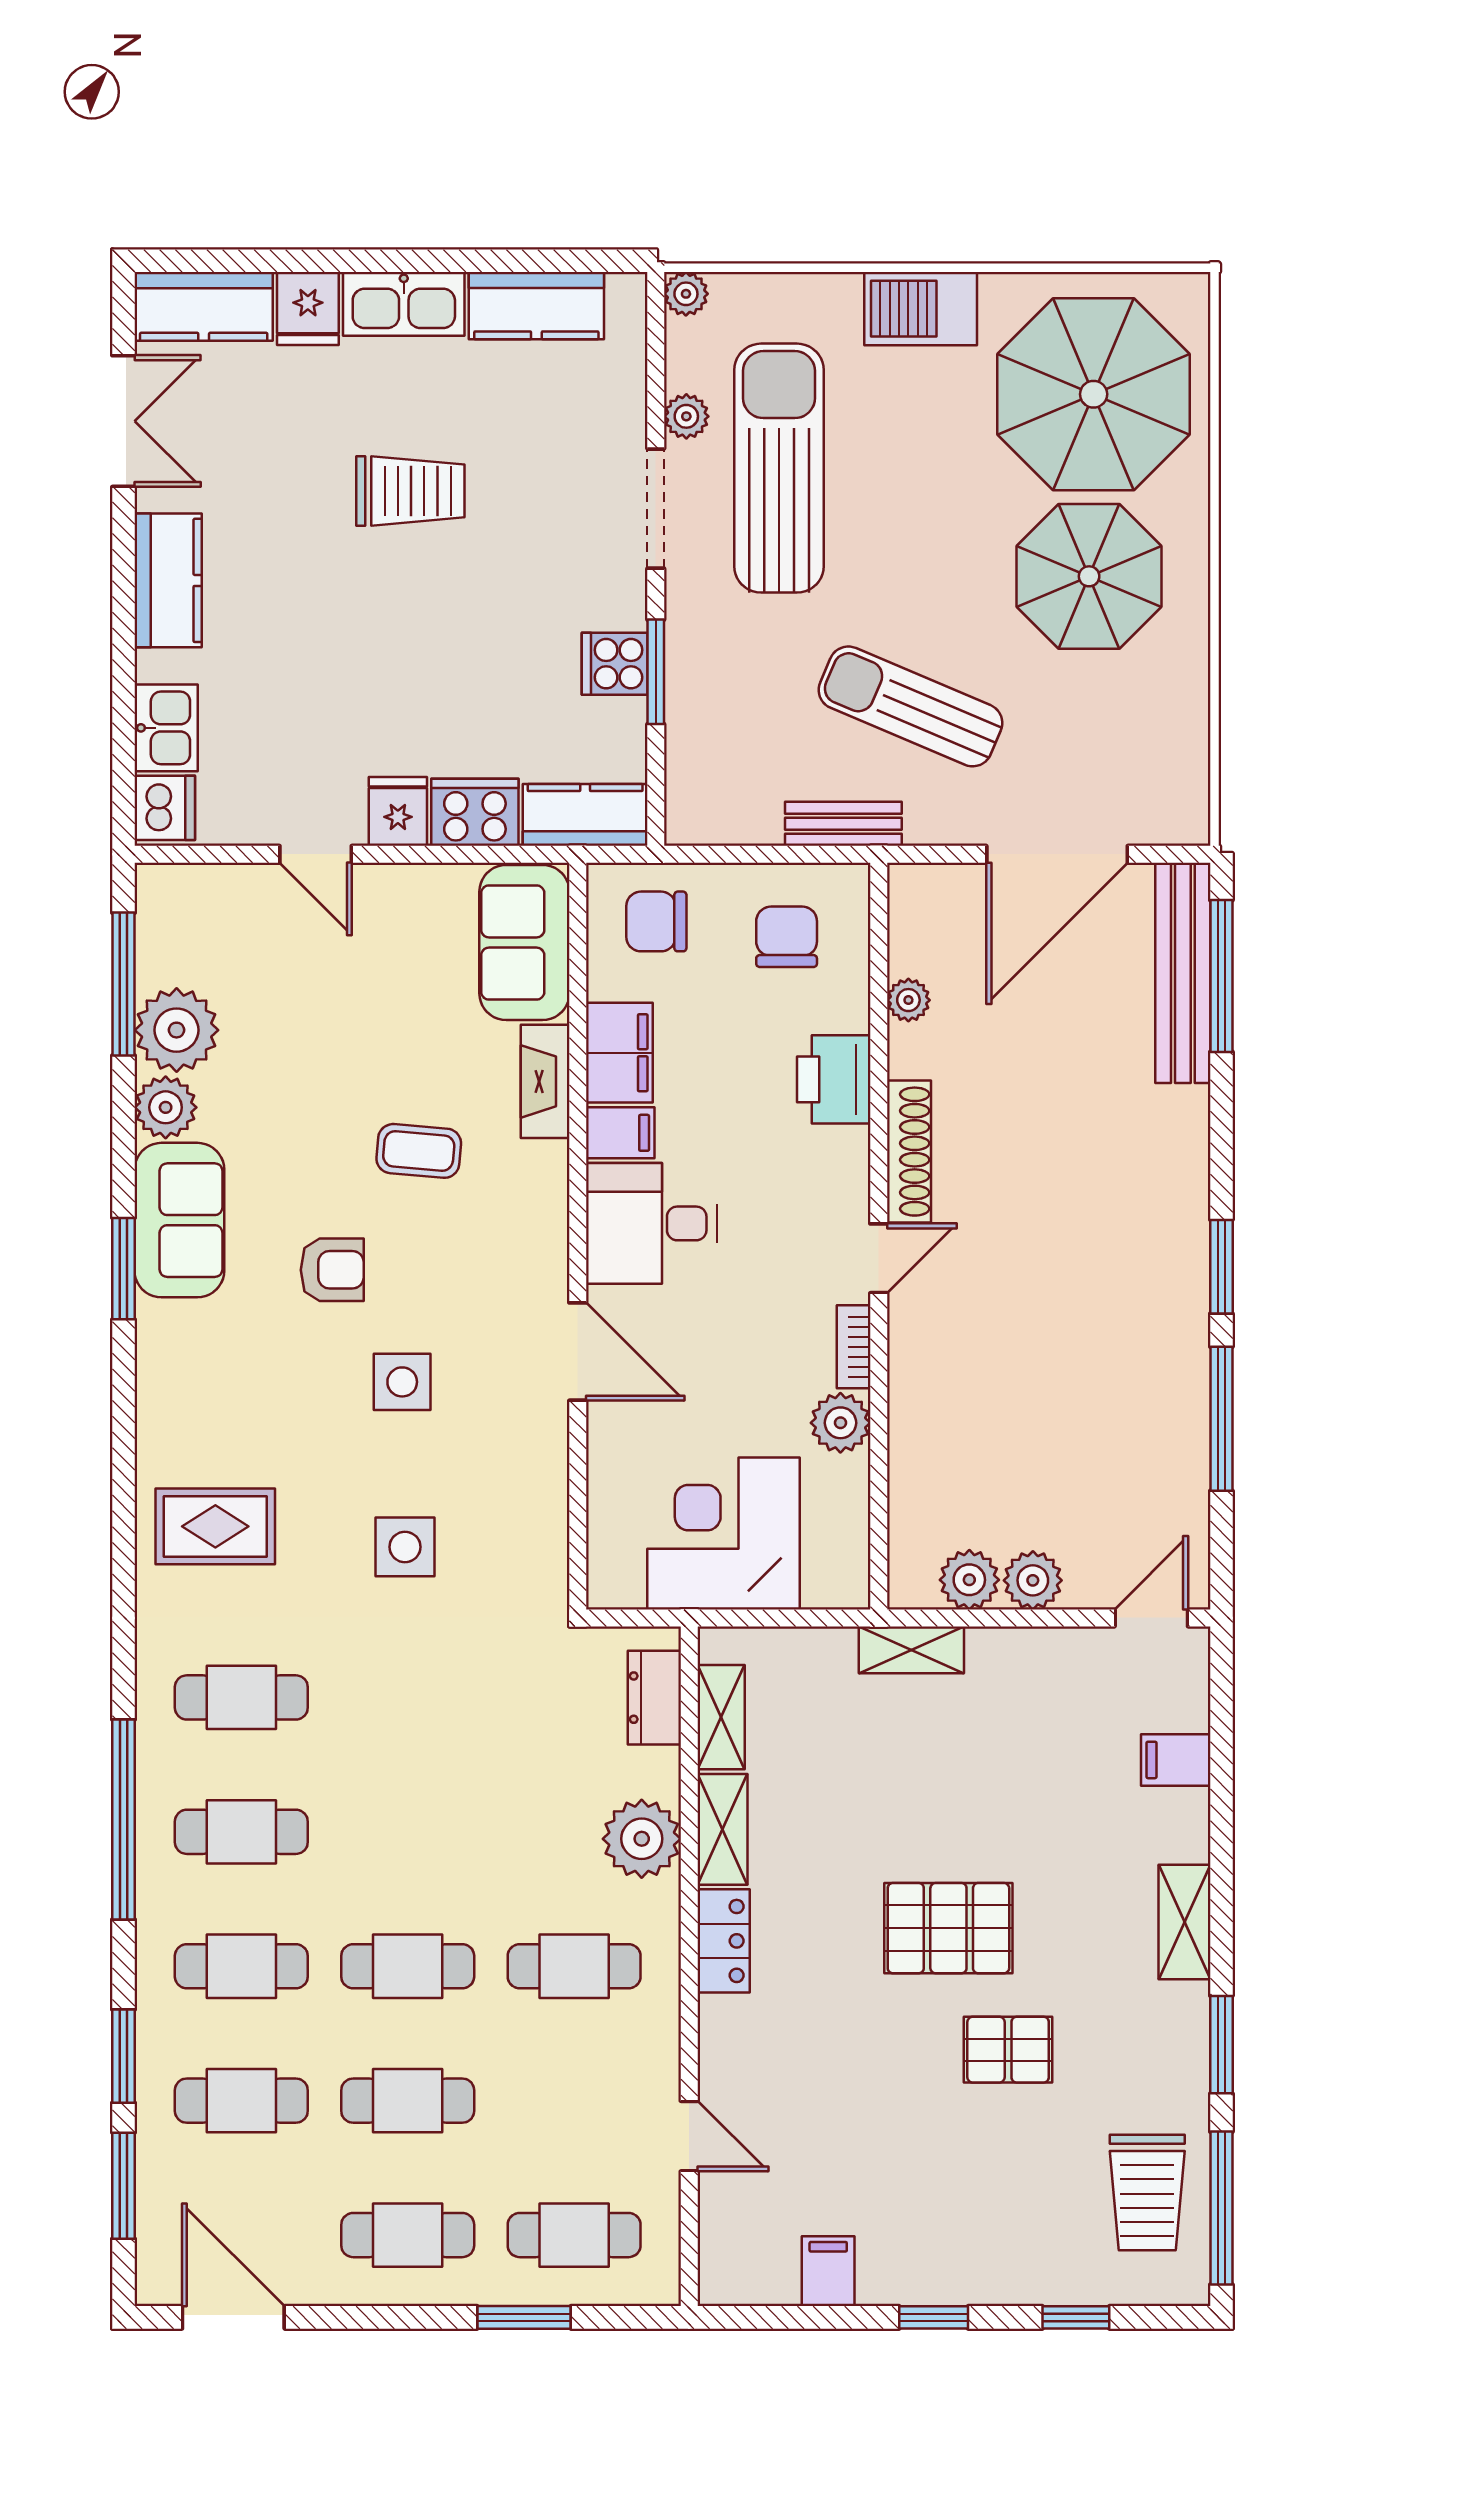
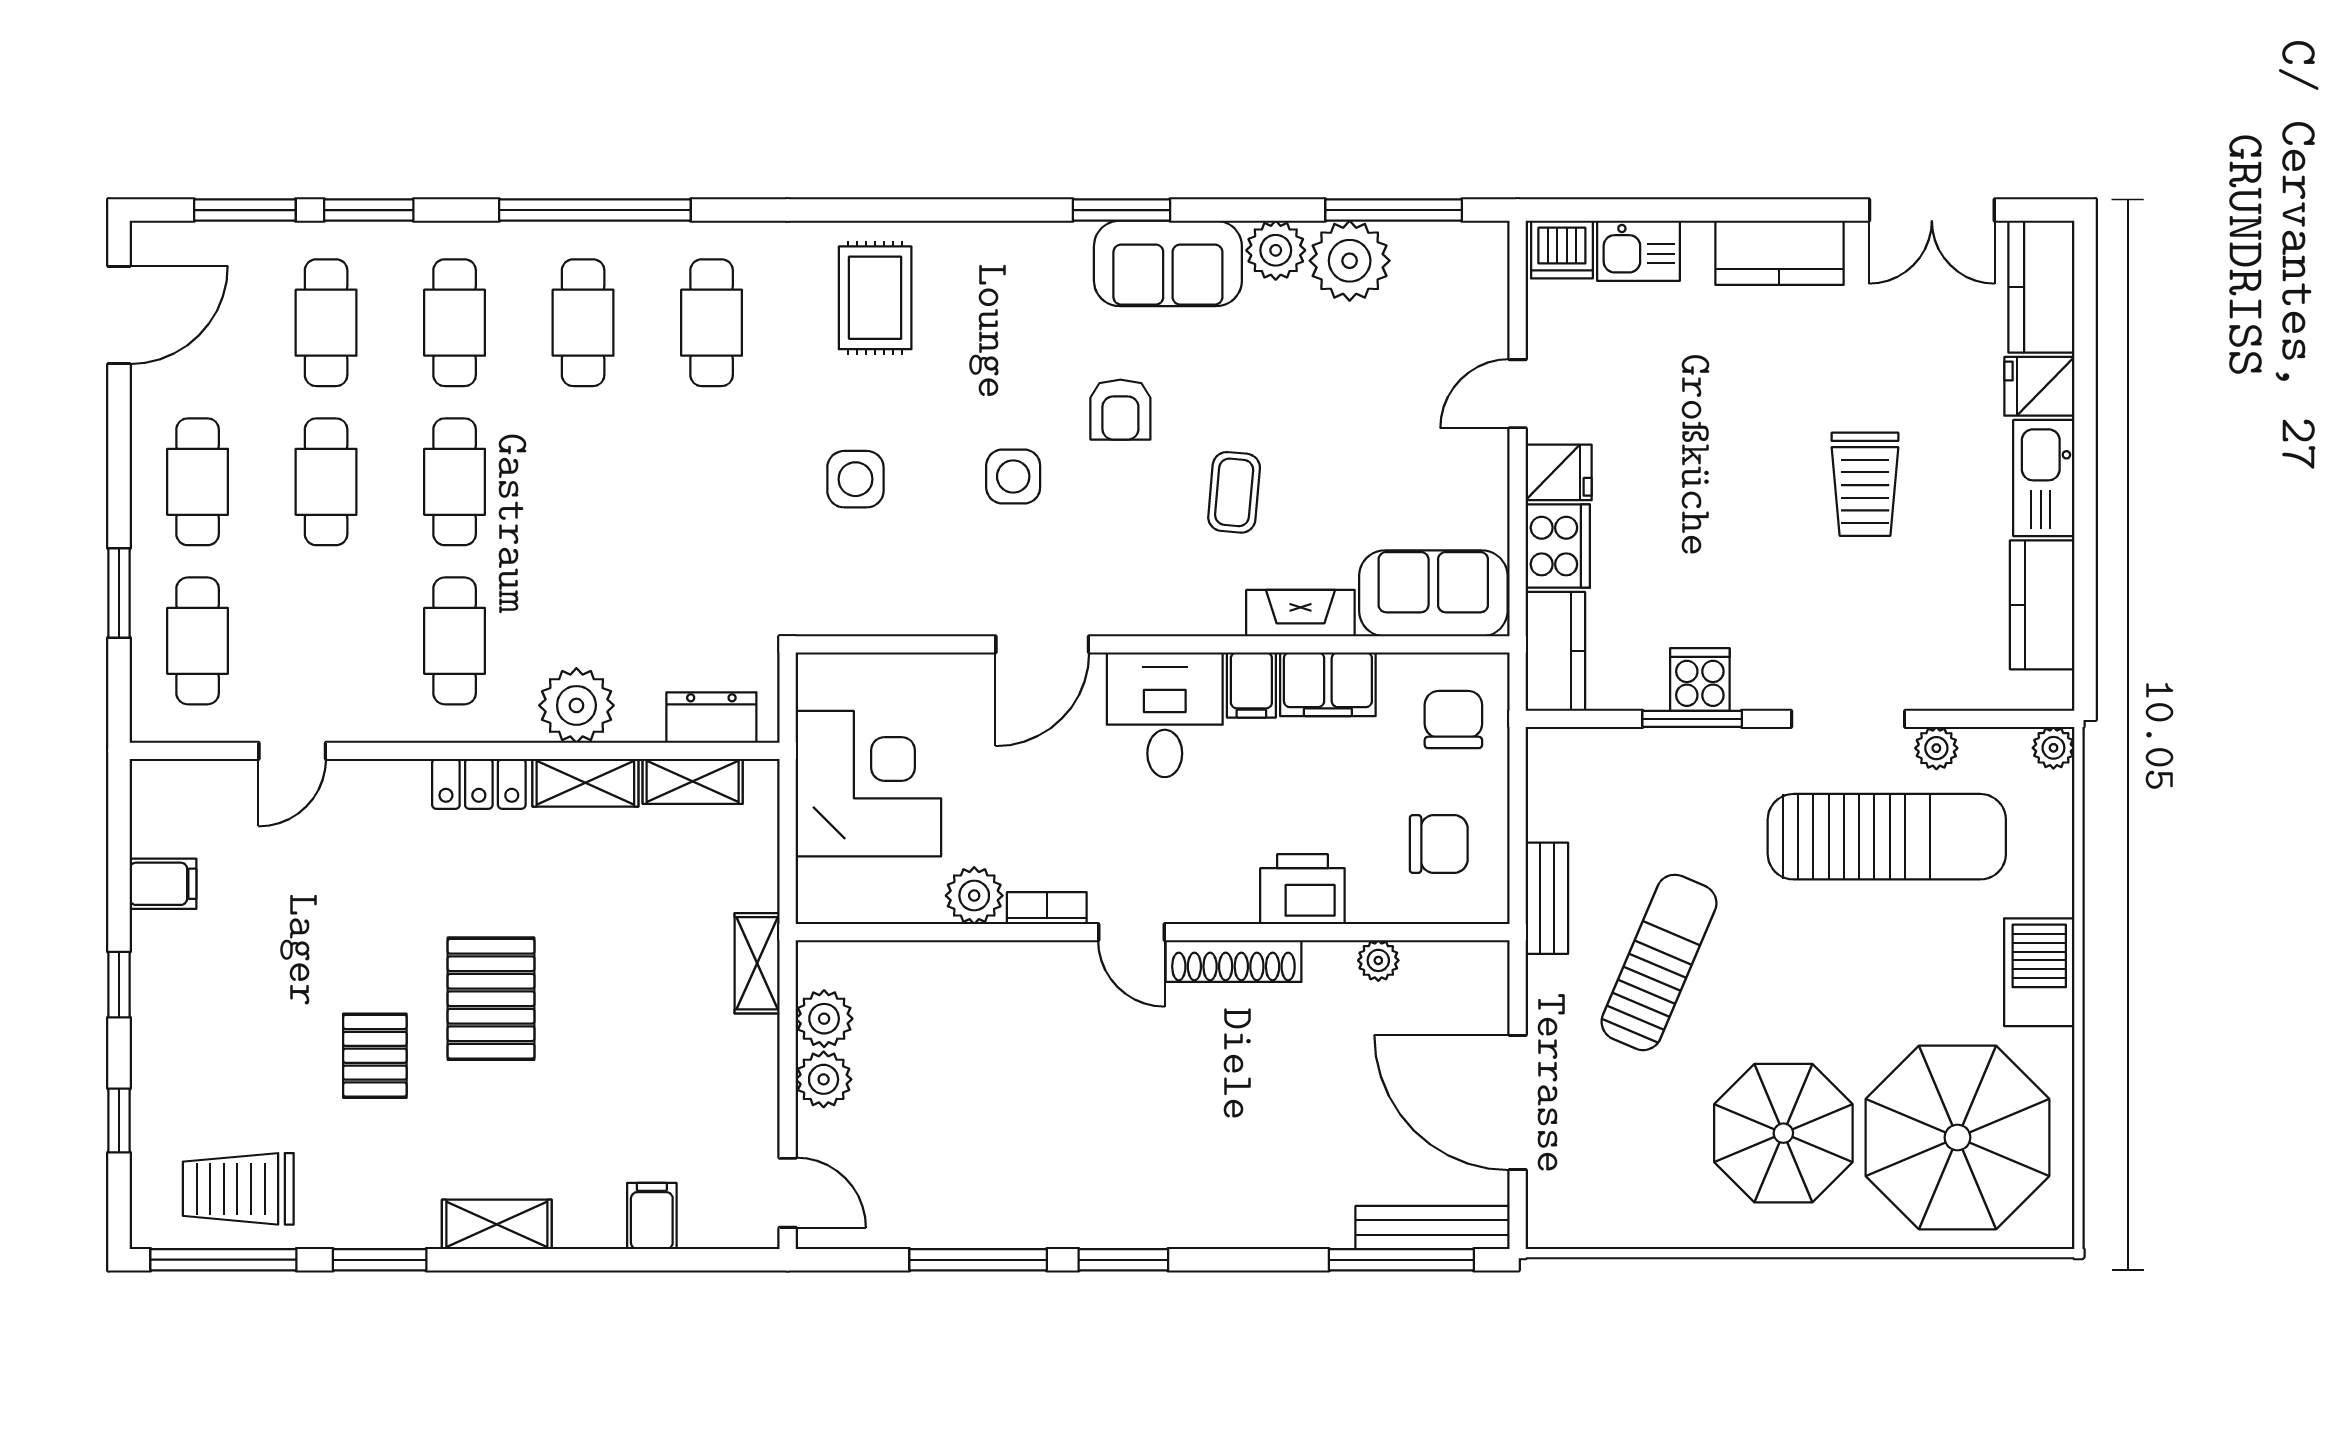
bench: (1183, 973) -> (1433, 1227), width x0.73, depth x0.82

